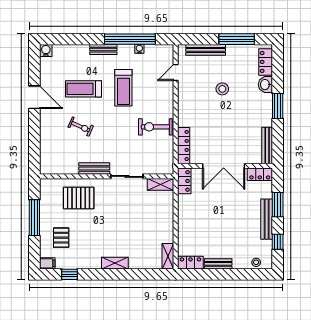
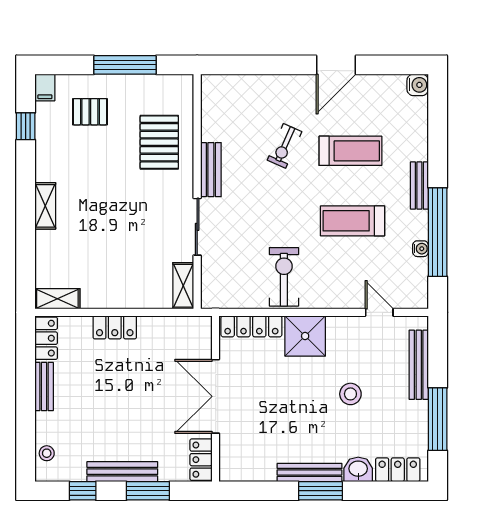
treadmill: (84, 89) -> (350, 151), turned 90
shower: (189, 115) -> (305, 336), added
bench: (267, 146) -> (310, 472), moved
locker: (184, 181) -> (115, 327), moved

